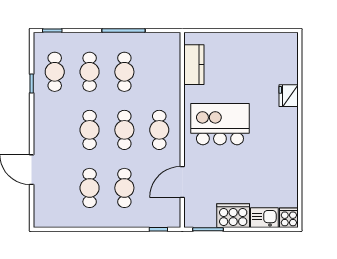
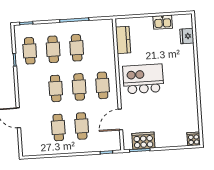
fridge: (289, 96) -> (187, 36), moved
cooker: (233, 216) -> (143, 141), moved
kitchen sink: (264, 218) -> (163, 22), moved, turned 180

